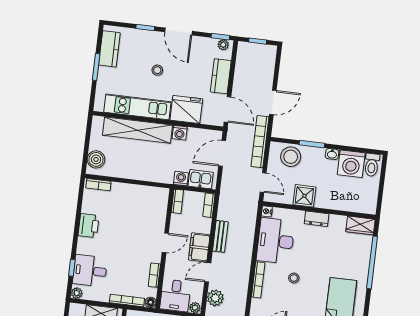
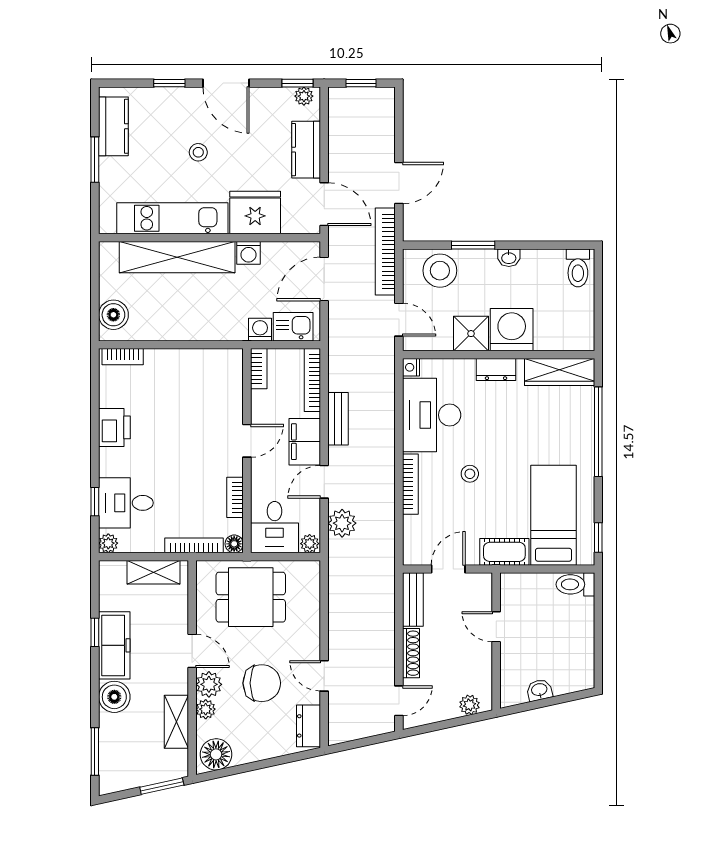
washing machine: (351, 164) -> (512, 330), moved, turned 180
bookcase: (209, 205) -> (312, 380), width x1.56
wardrobe: (360, 225) -> (560, 372), width x1.50

